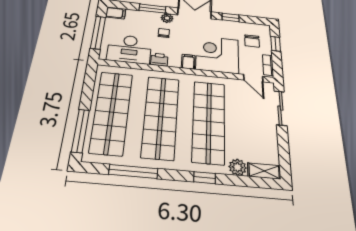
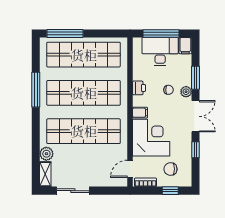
desk: (129, 49) -> (160, 52), moved, turned 90
sliding door: (280, 108) -> (73, 191), moved
window: (133, 171) -> (36, 90), moved
window: (205, 178) -> (36, 129), removed

